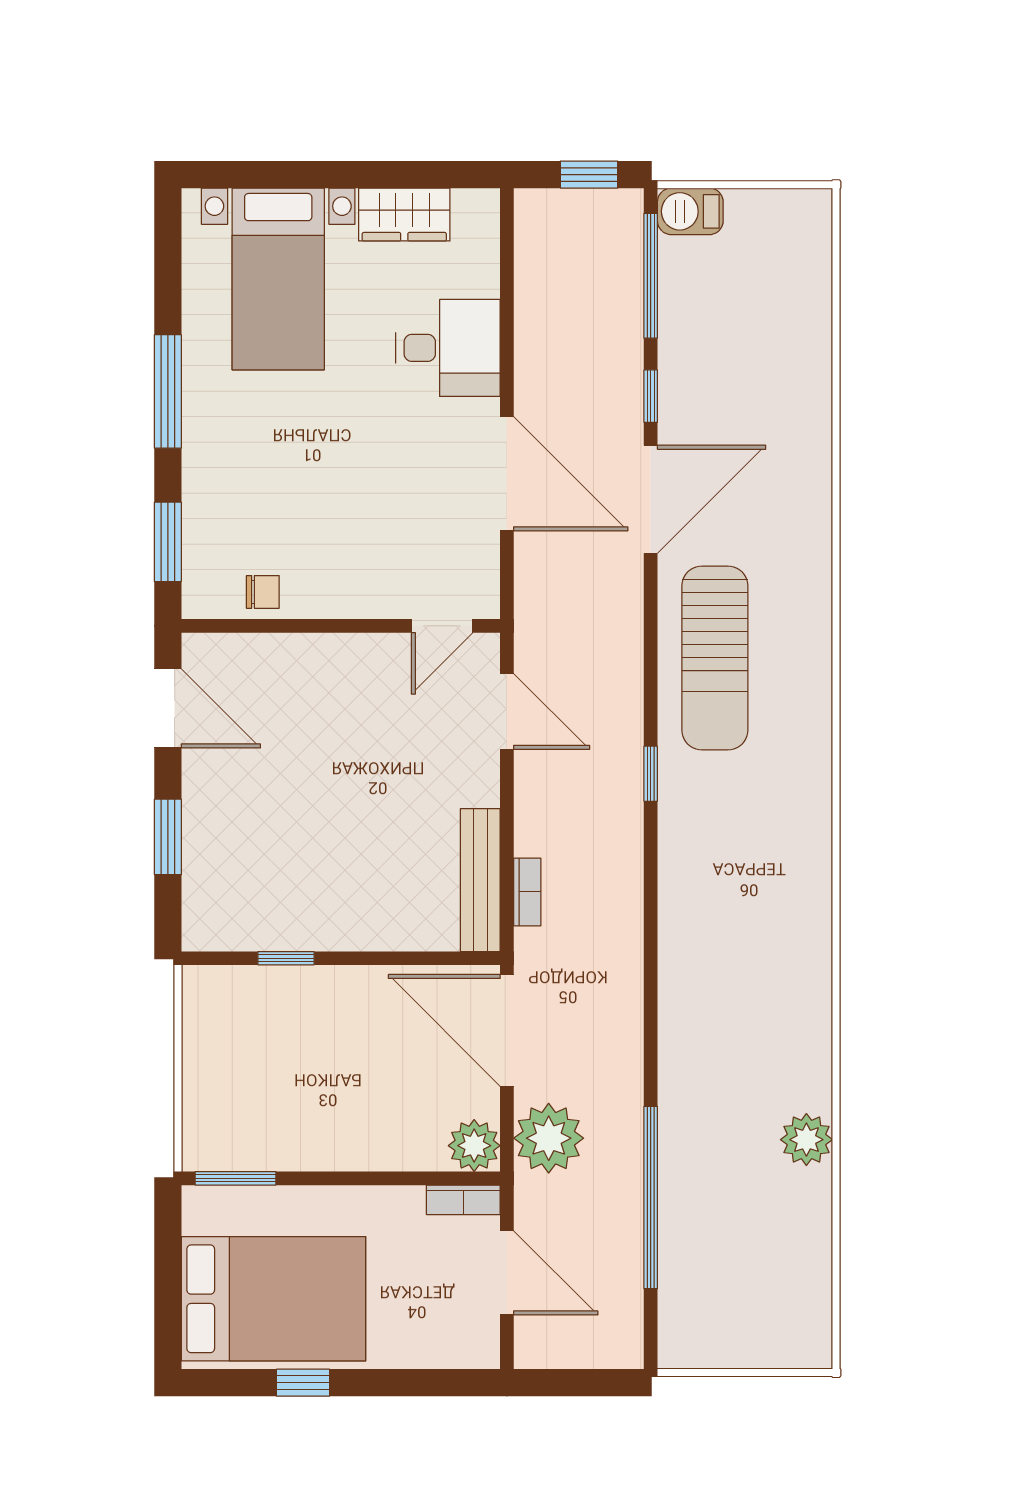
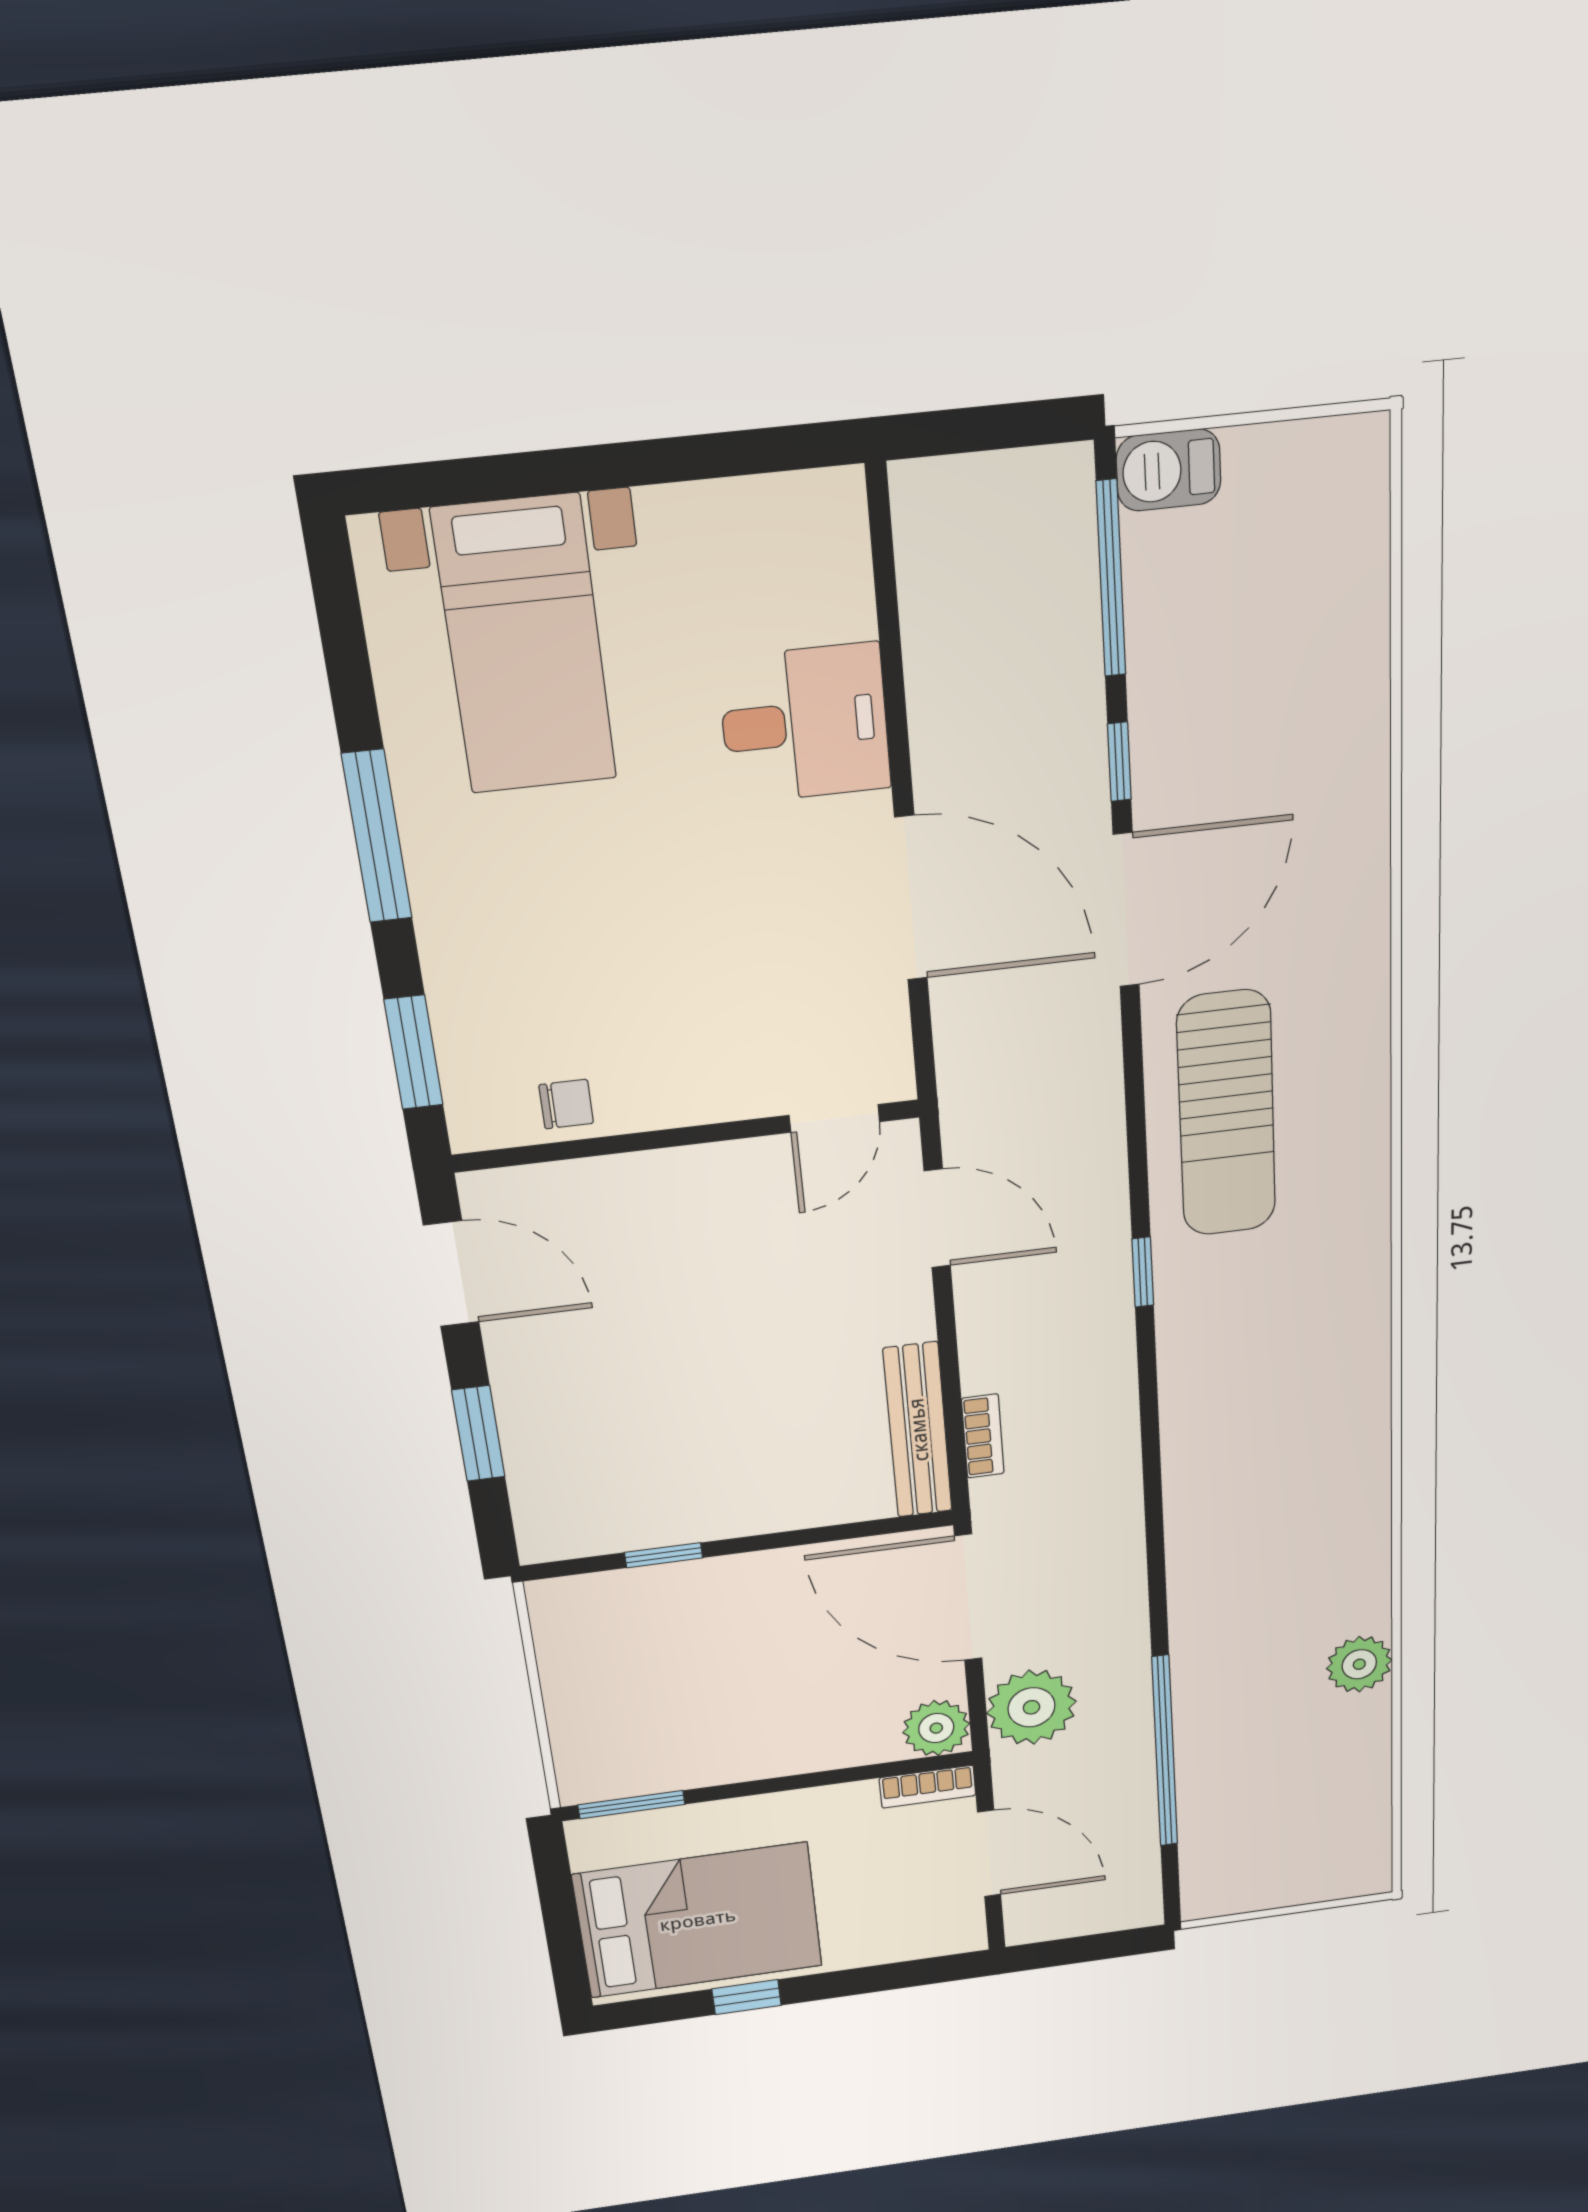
window: (589, 175) -> (1005, 426), removed
wardrobe: (404, 214) -> (714, 522), removed

